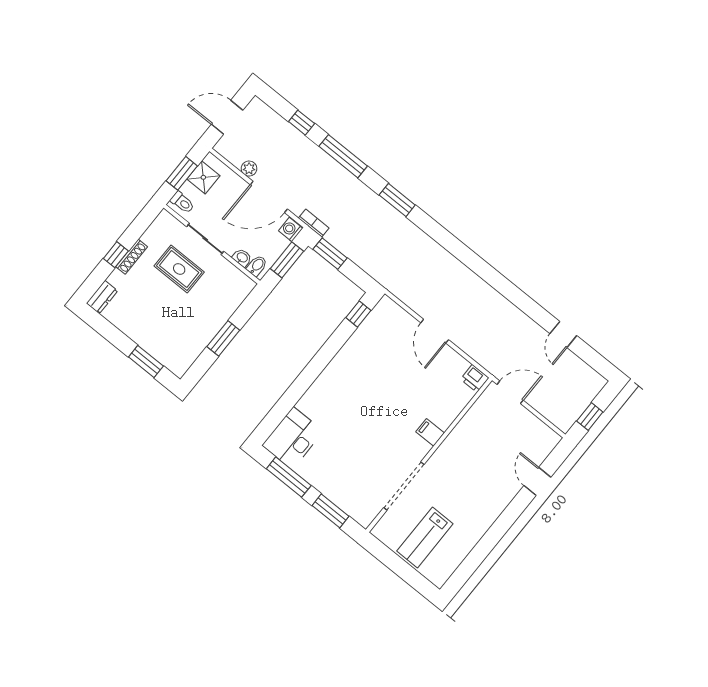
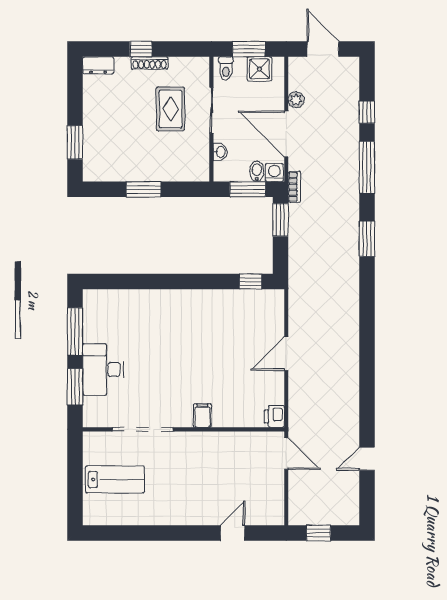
bidet: (257, 266) -> (257, 171), moved, turned -90
desk: (293, 438) -> (103, 370), moved, turned -90
lab bench: (425, 537) -> (115, 480), turned 180

